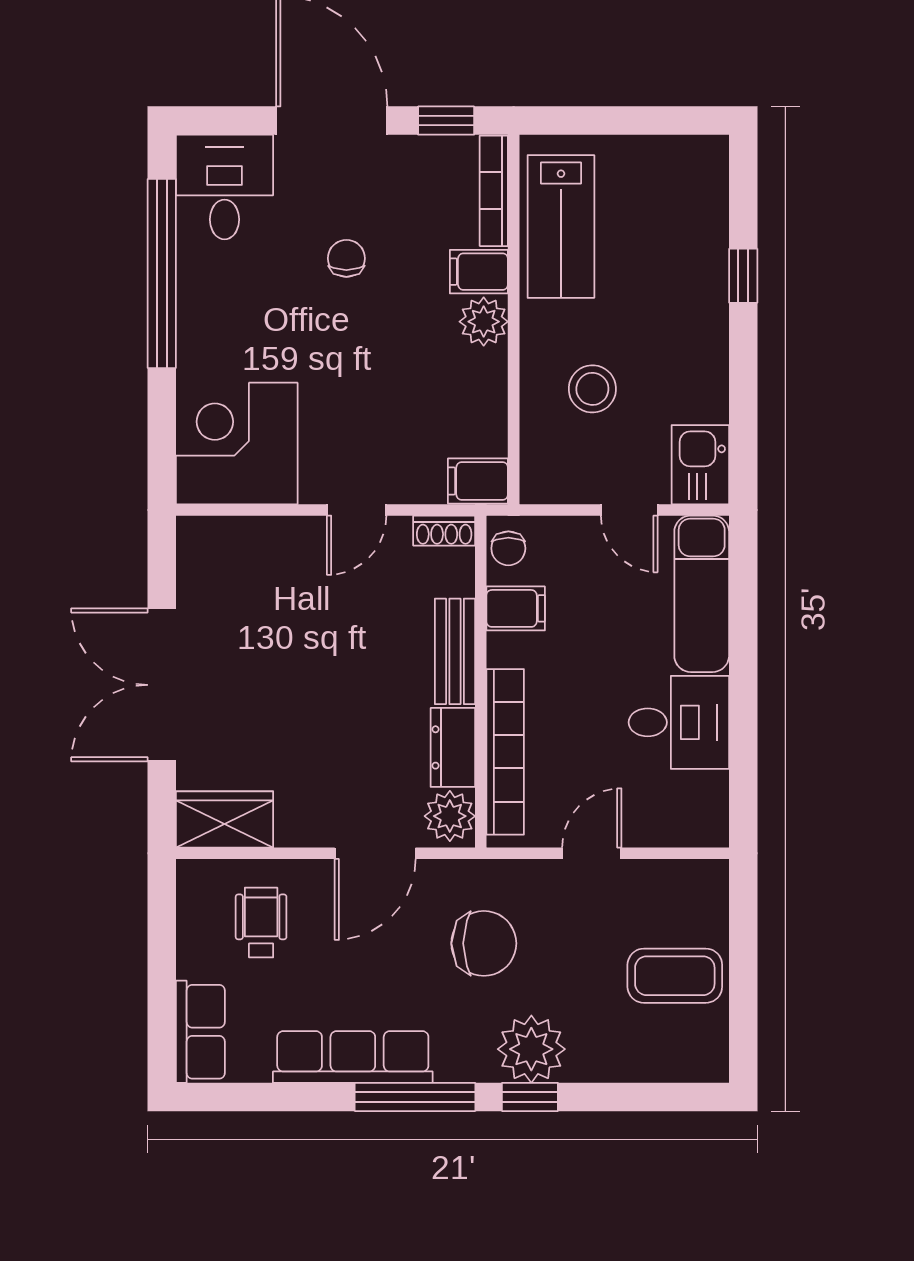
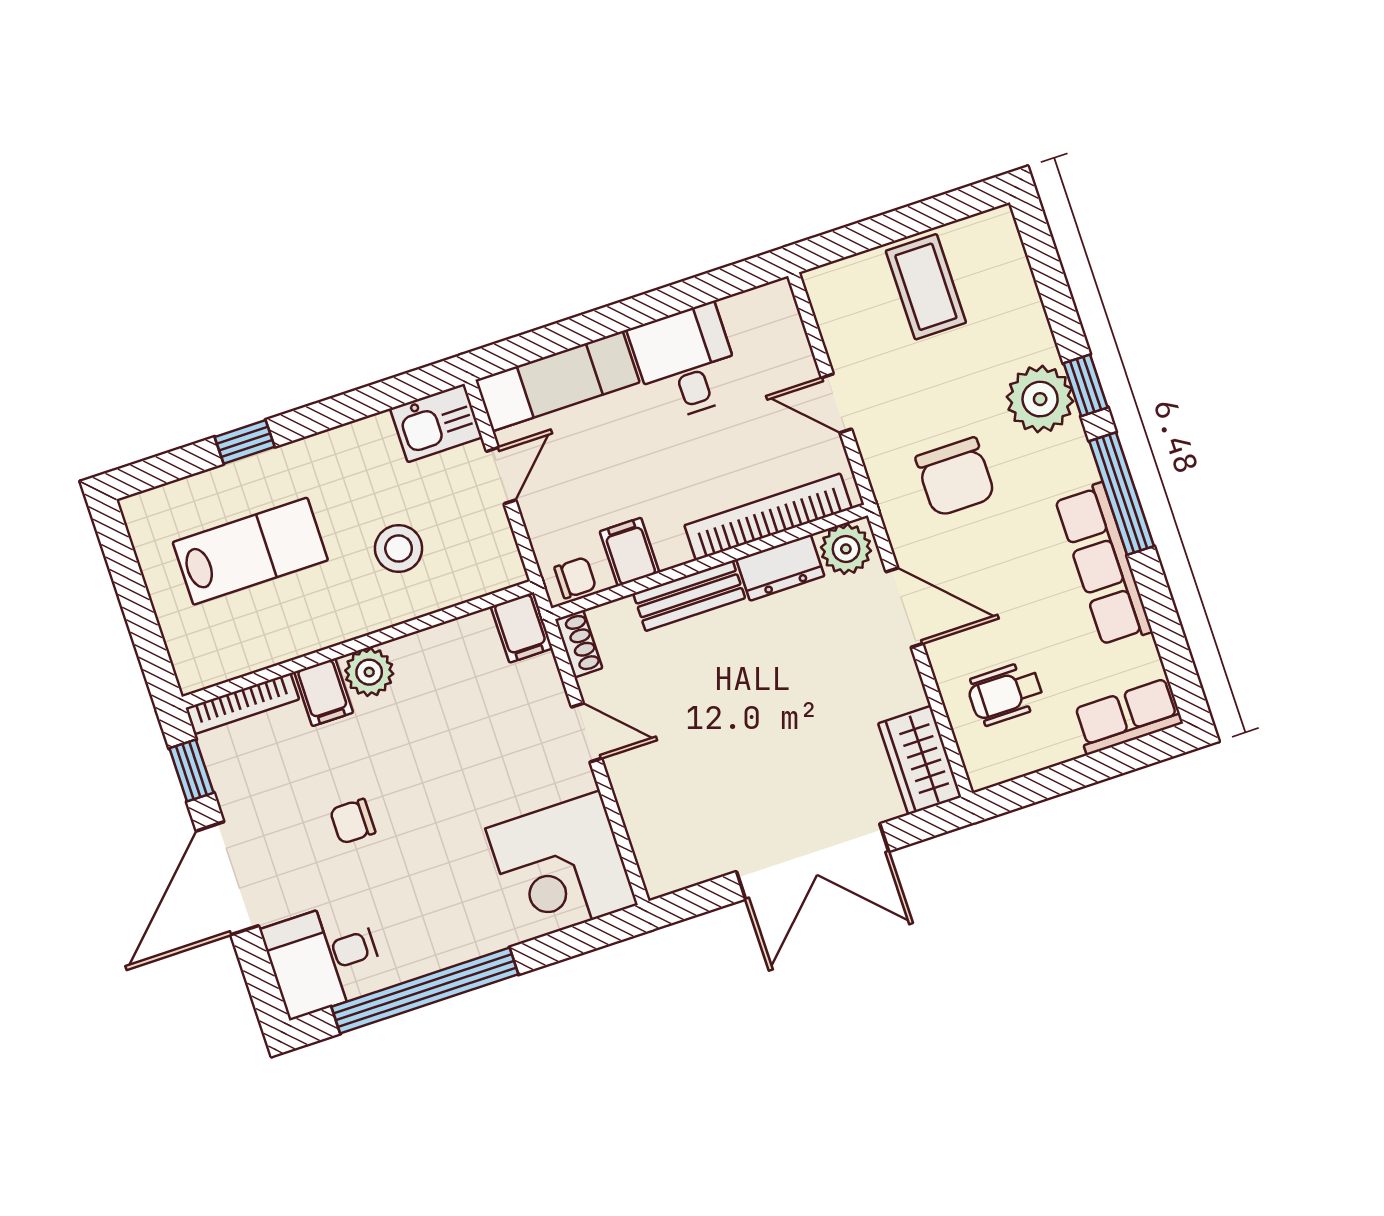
lab bench: (561, 227) -> (250, 551), moved
chair: (484, 943) -> (955, 477), turned 180

